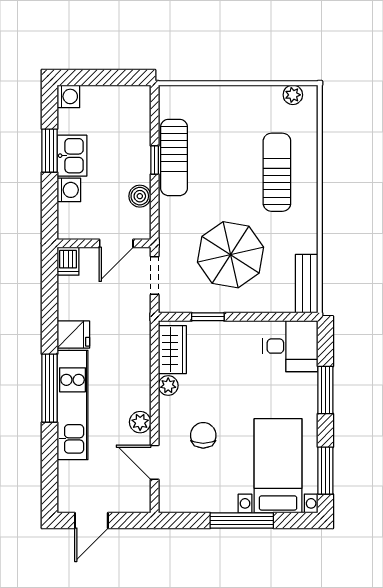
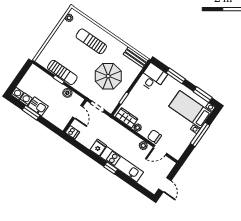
washing machine: (69, 190) -> (26, 99), moved
window: (50, 388) -> (111, 168), width x0.46
chair: (203, 435) -> (154, 137), moved

